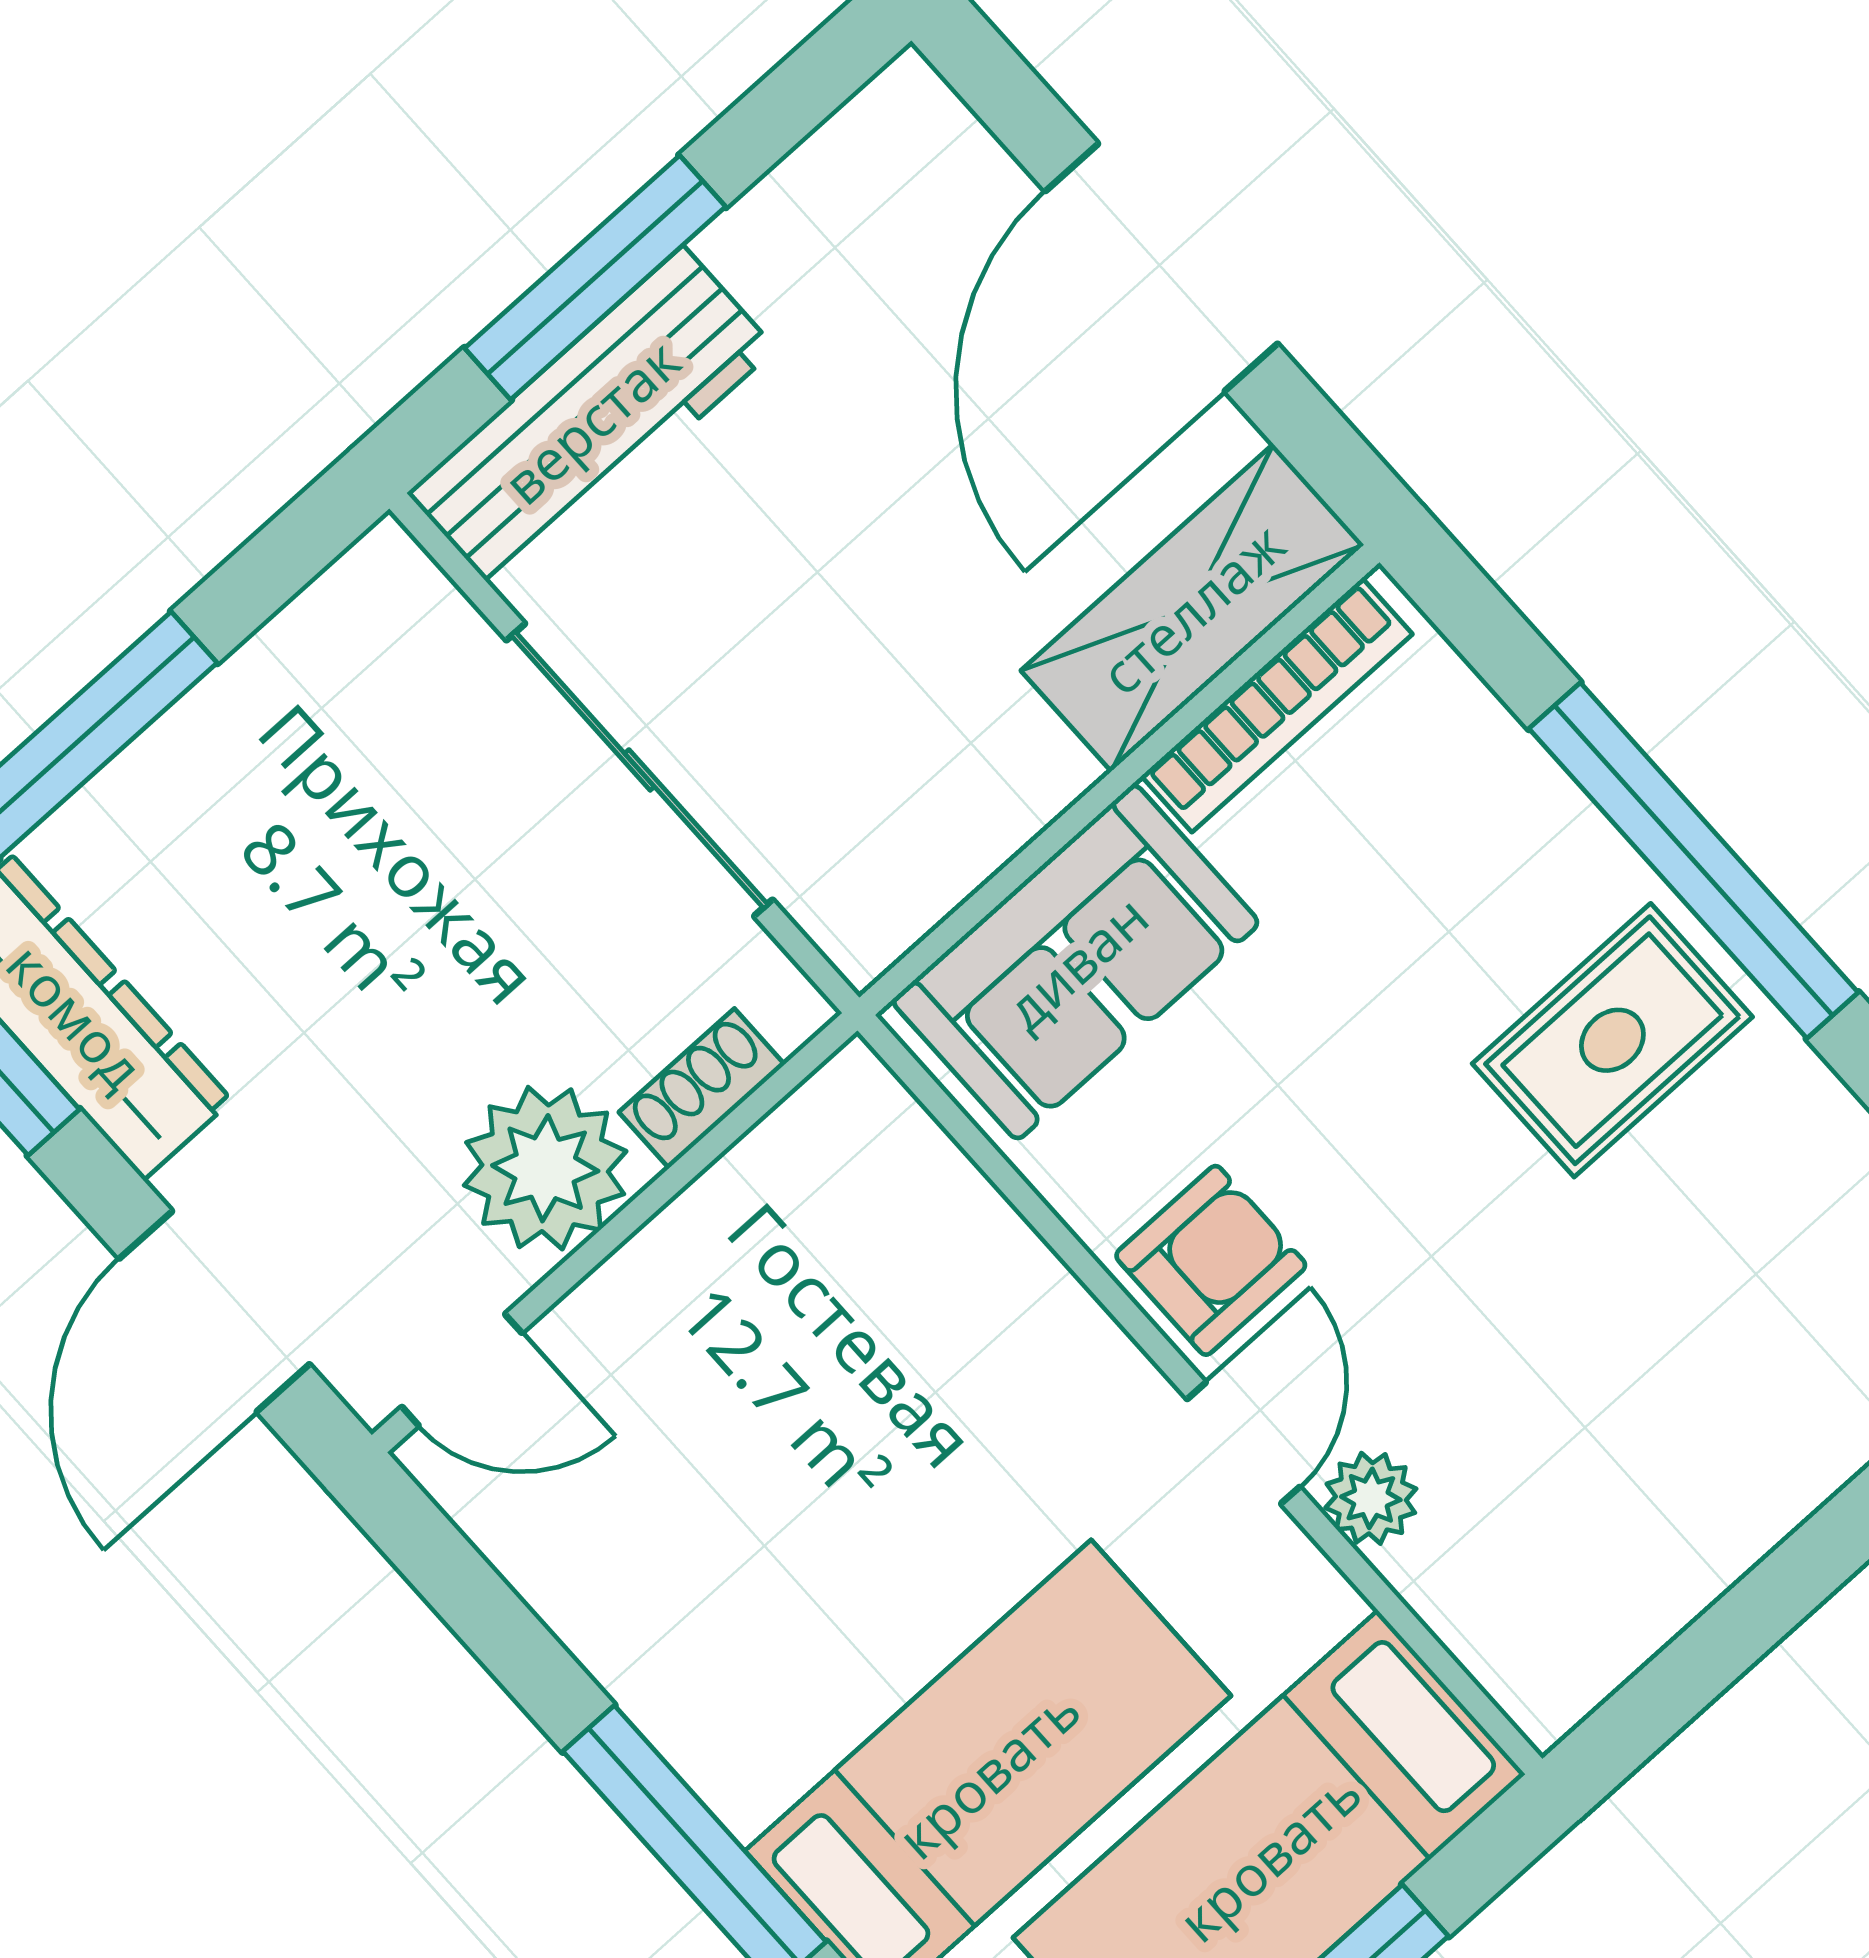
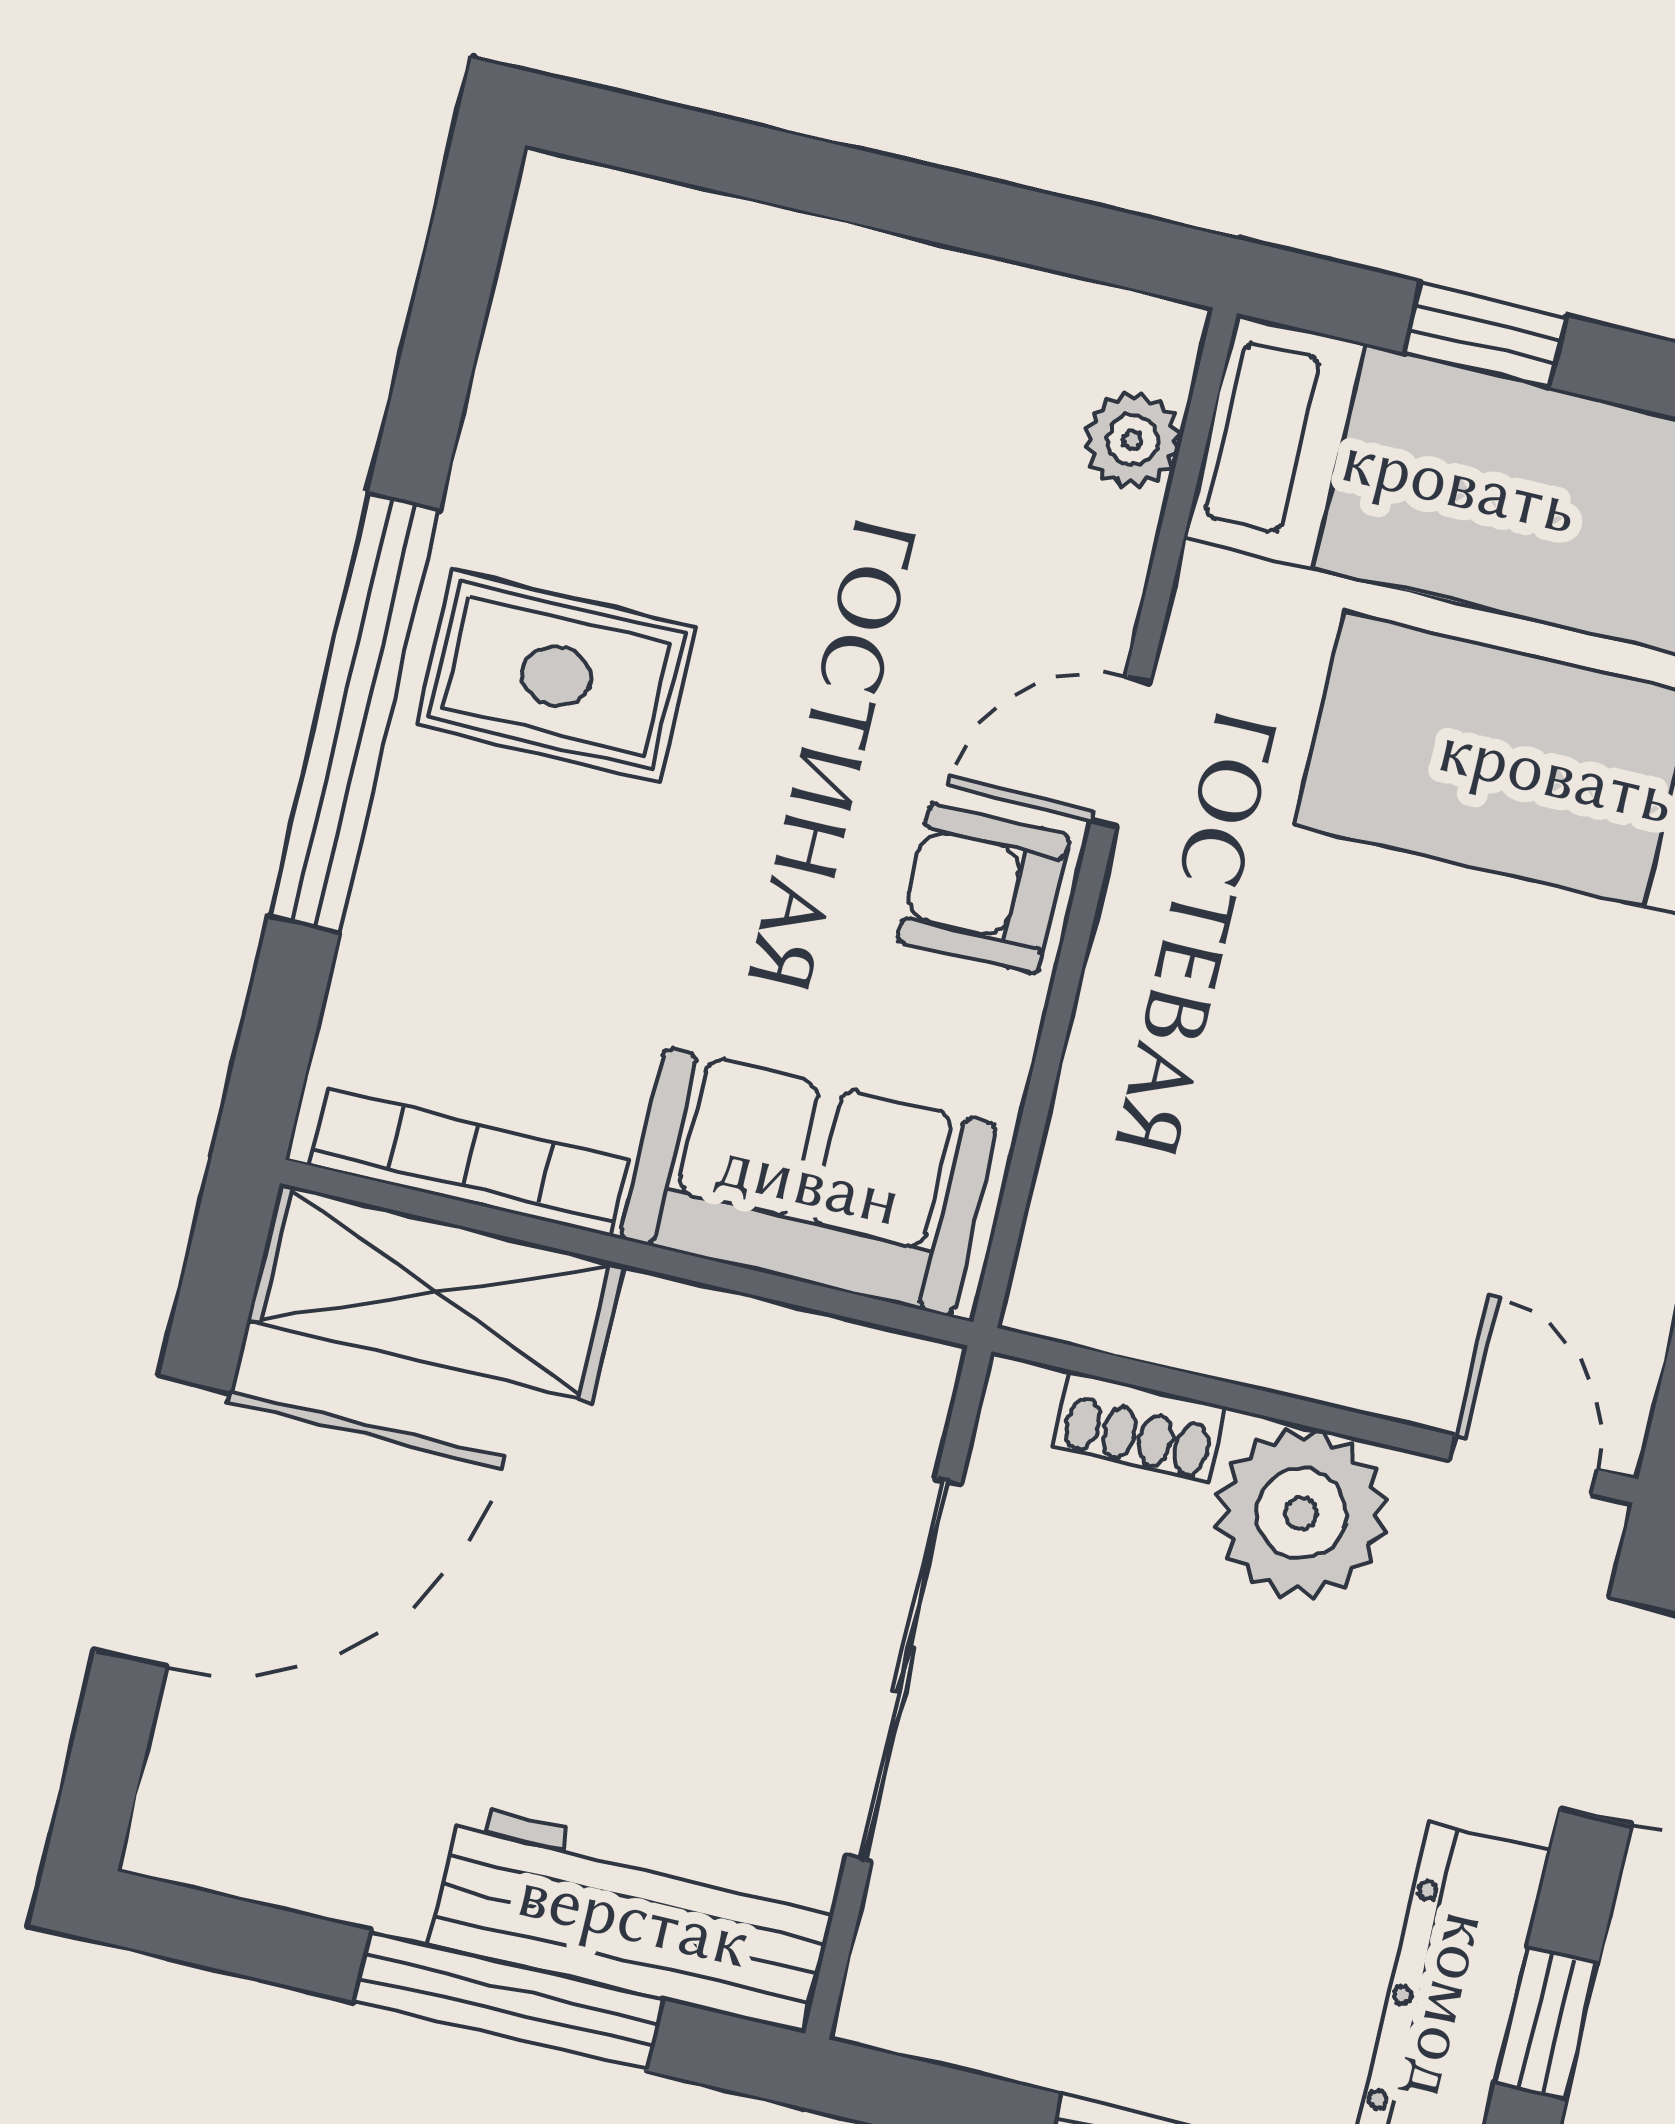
plant: (1371, 1498) -> (1132, 440), moved

